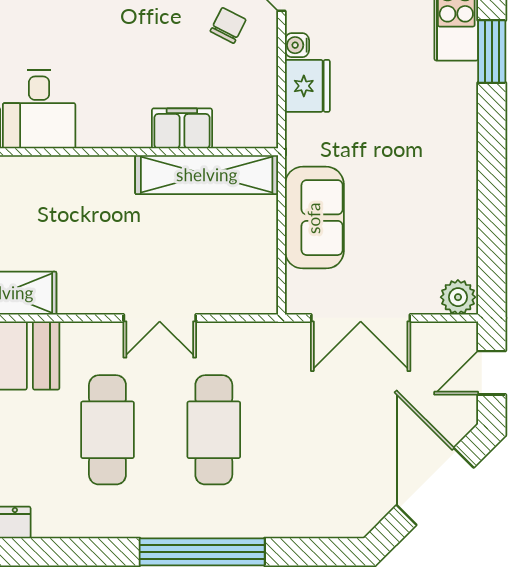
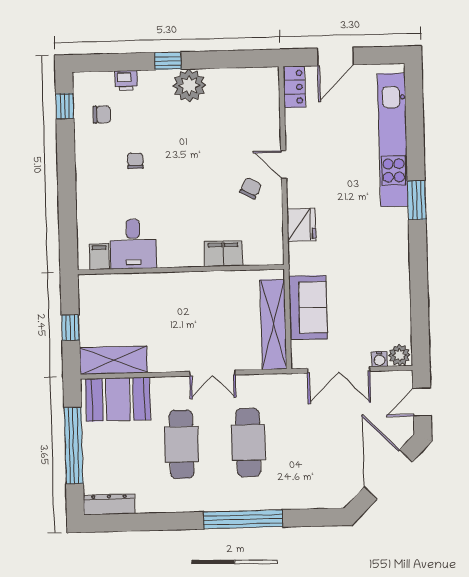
water cooler: (297, 45) -> (379, 359), moved, turned -90
shelving: (207, 175) -> (273, 324), moved, turned 90

